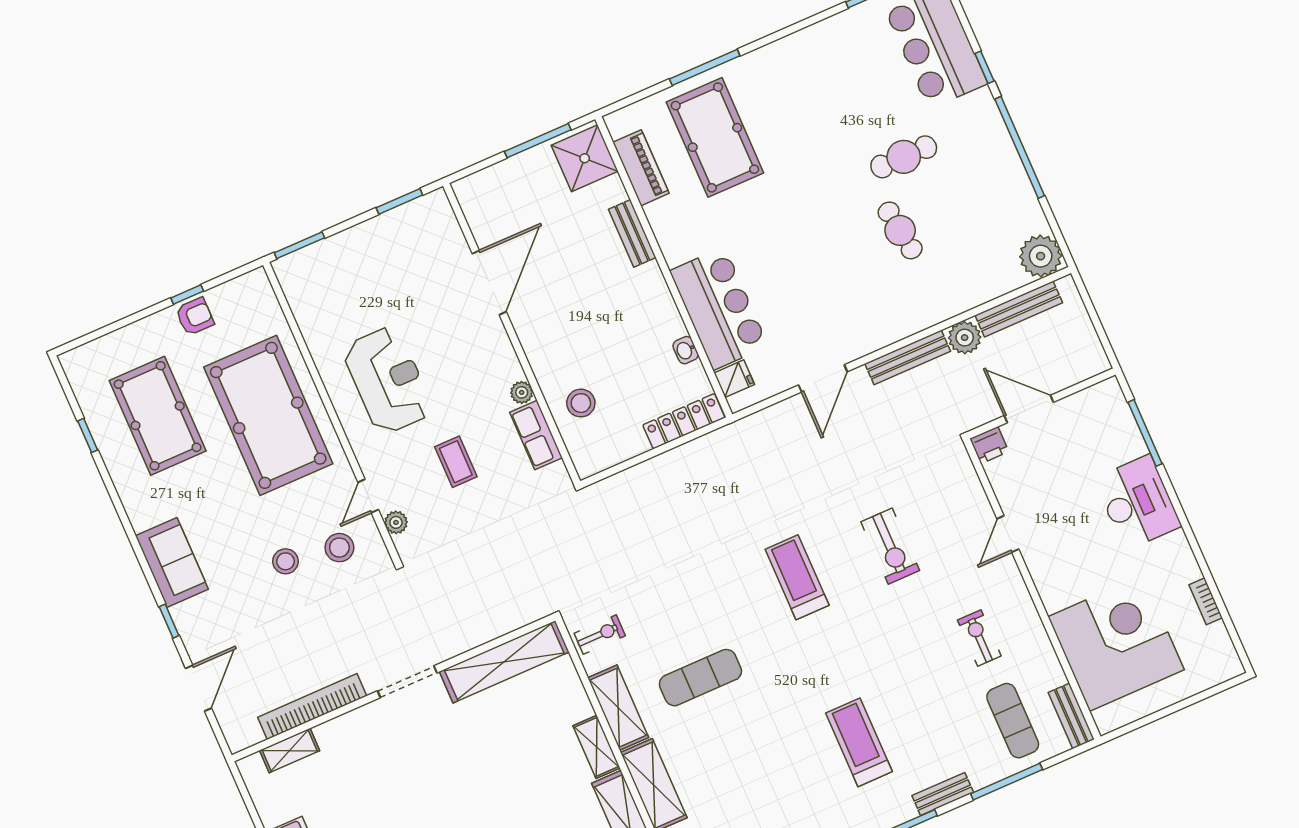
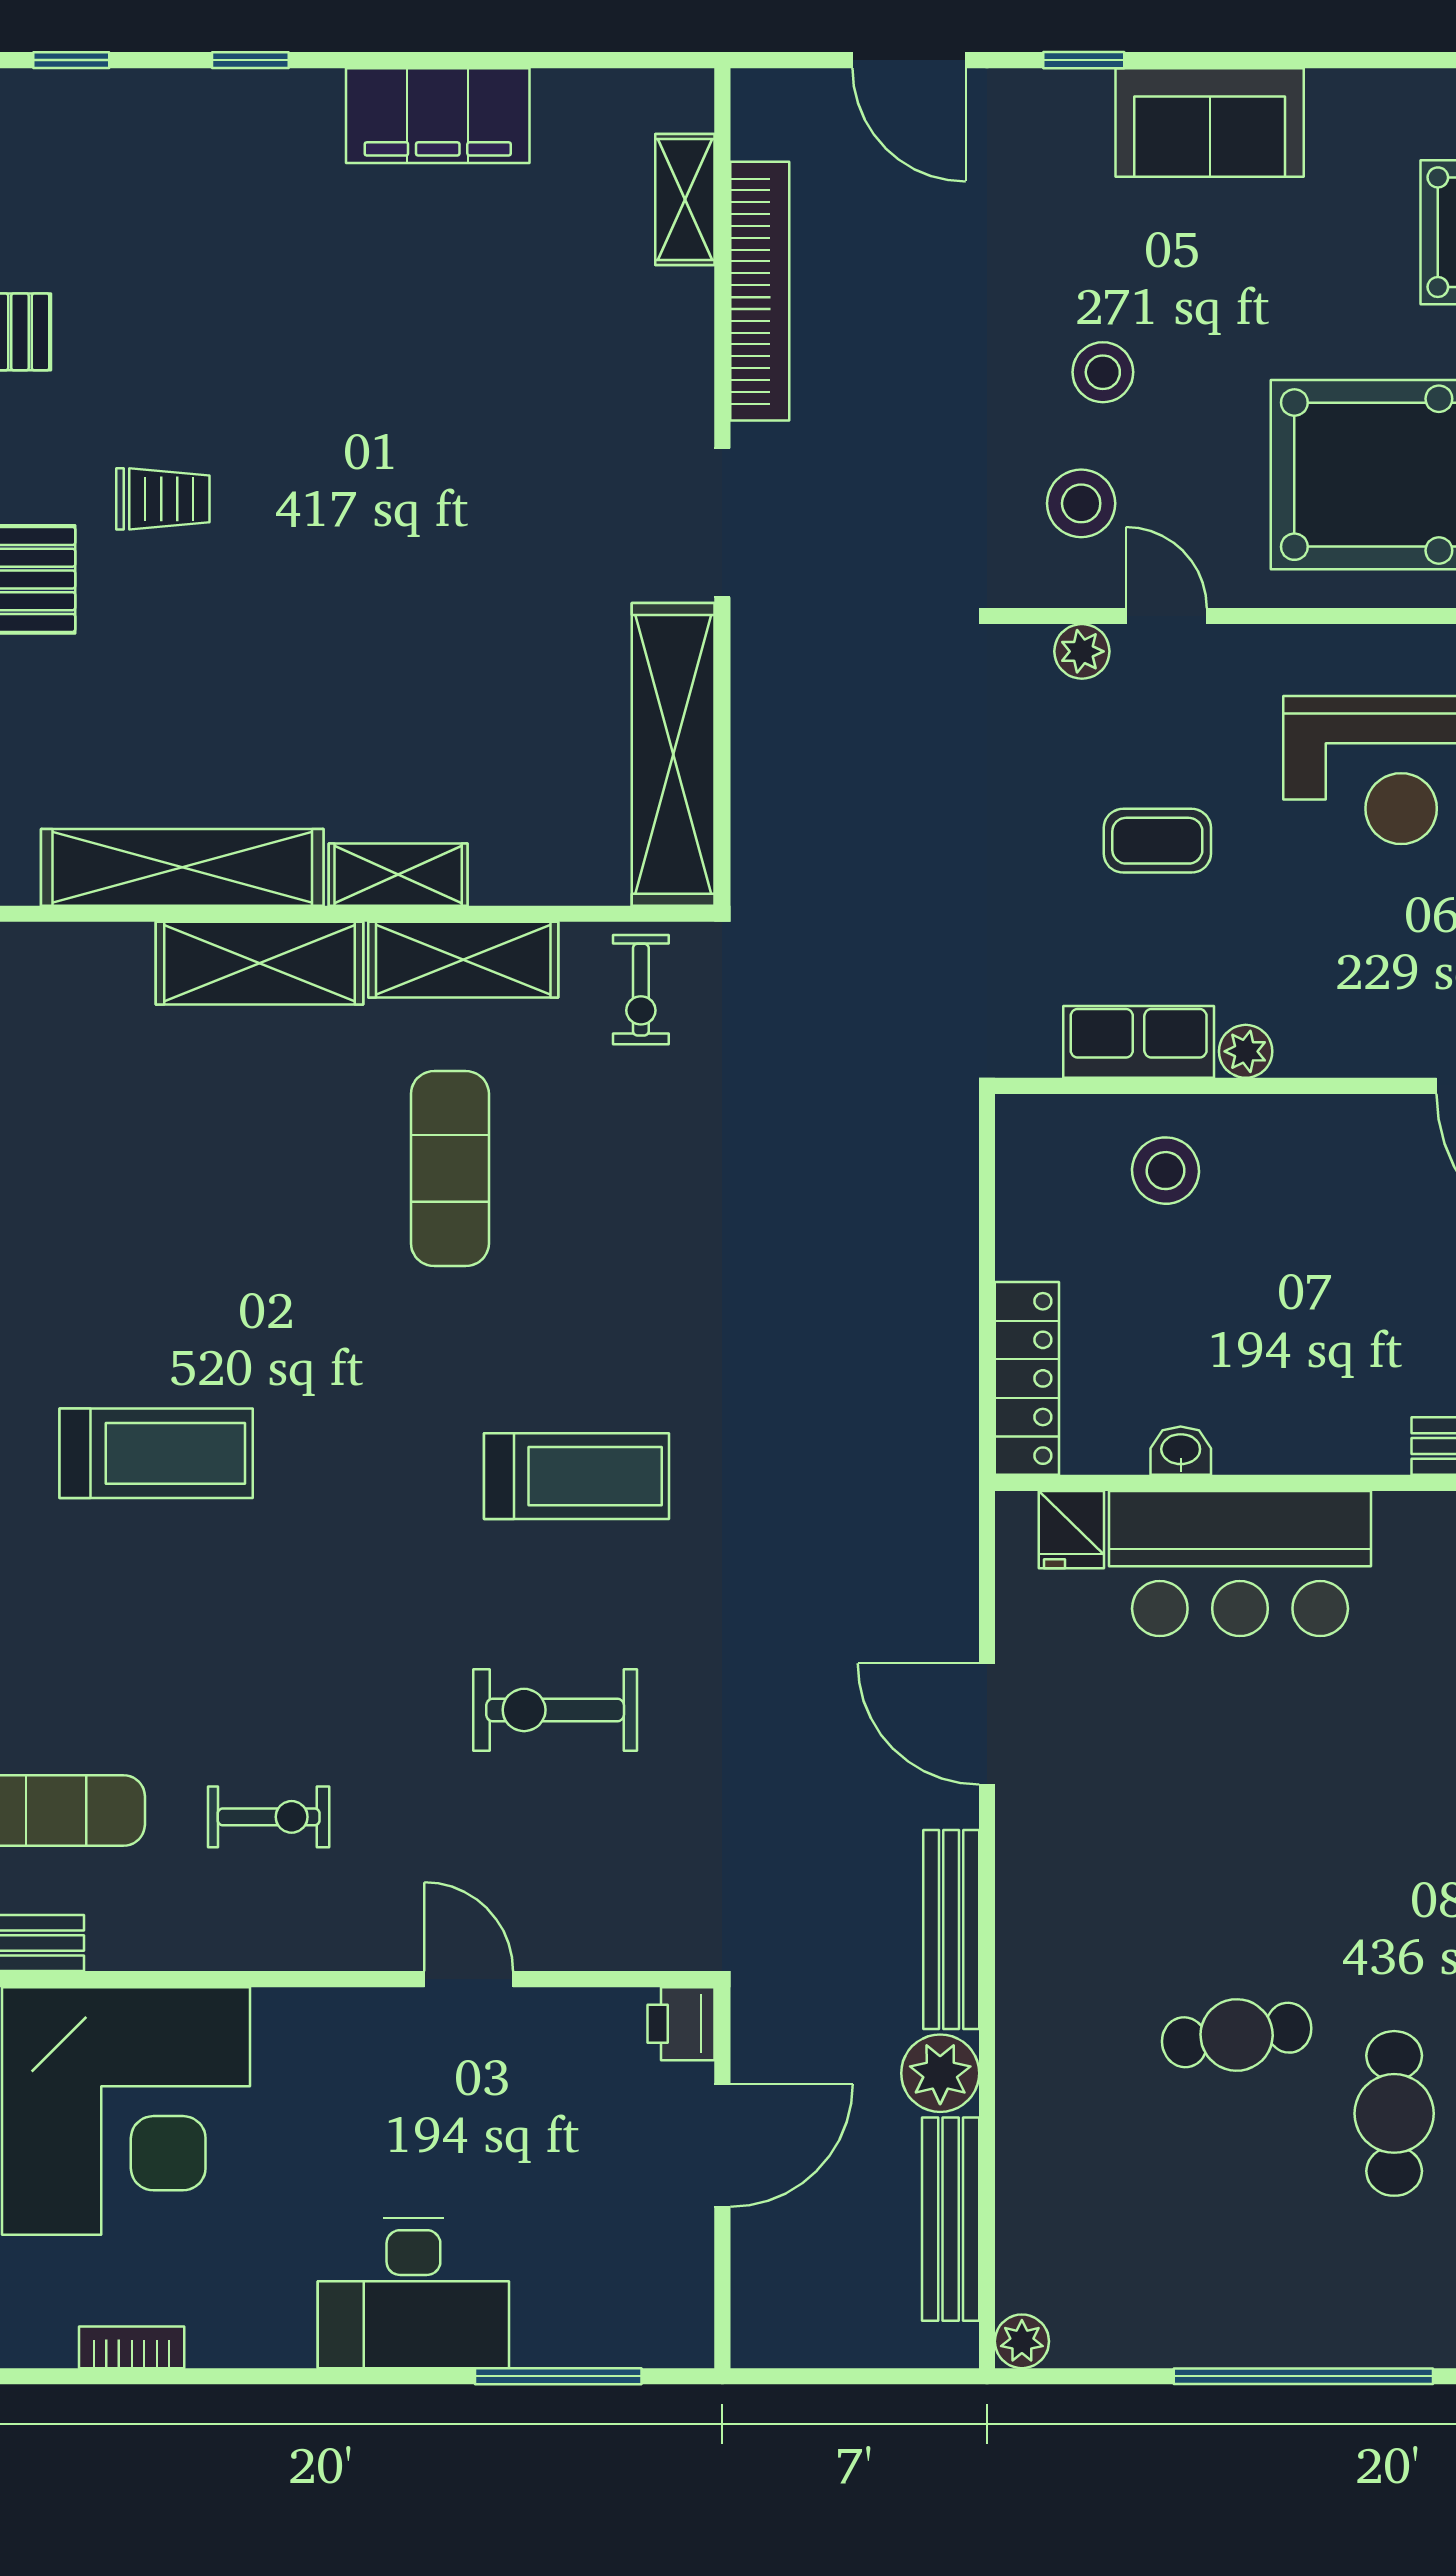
plant: (1041, 256) -> (1022, 2341), width x0.53, depth x0.53

